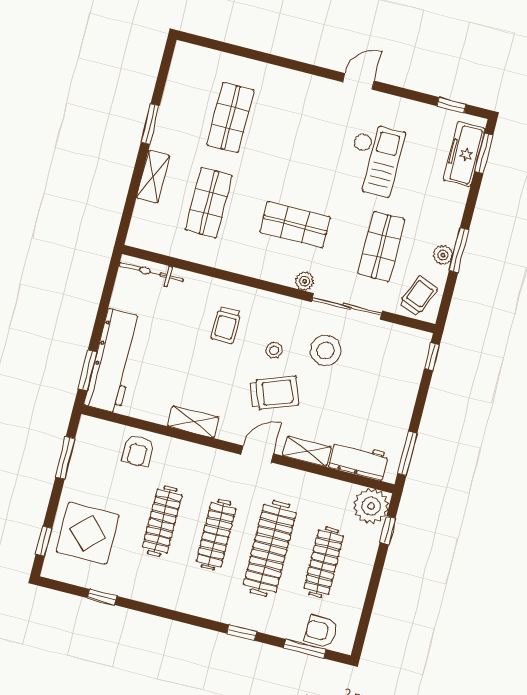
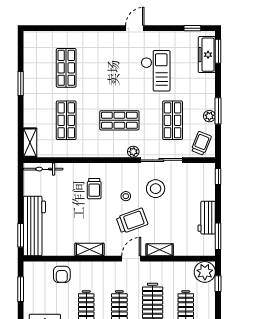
shelving: (153, 177) -> (30, 143), moved
workbench: (358, 460) -> (207, 218), moved, turned -90

